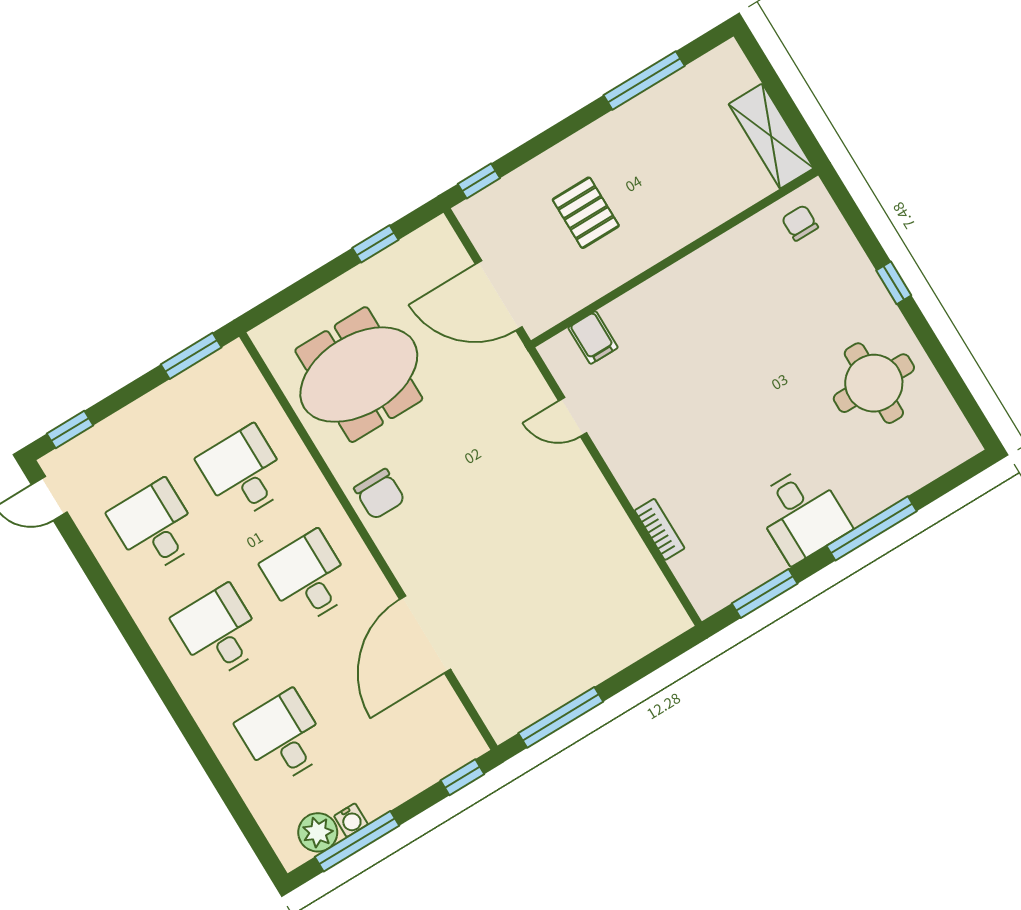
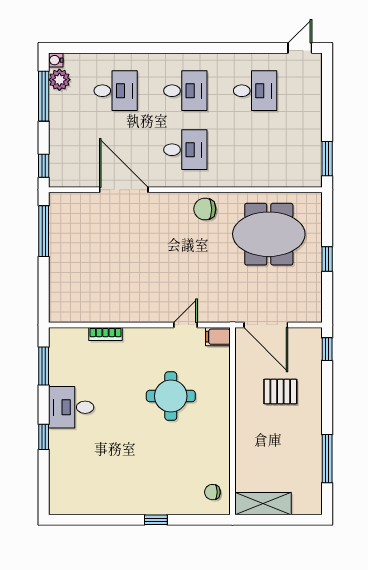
chair: (800, 223) -> (212, 492), turned 180
window: (375, 244) -> (327, 259), moved
door: (499, 295) -> (266, 325), swing flipped
filing cabinet: (593, 338) -> (218, 337), moved
meeting table: (359, 375) -> (269, 234), turned 90
round table: (874, 383) -> (171, 396), moved
window: (70, 429) -> (327, 78), removed
desk: (244, 473) -> (255, 150), removed
window: (872, 528) -> (44, 437), width x0.46
water cooler: (351, 820) -> (56, 60), moved

